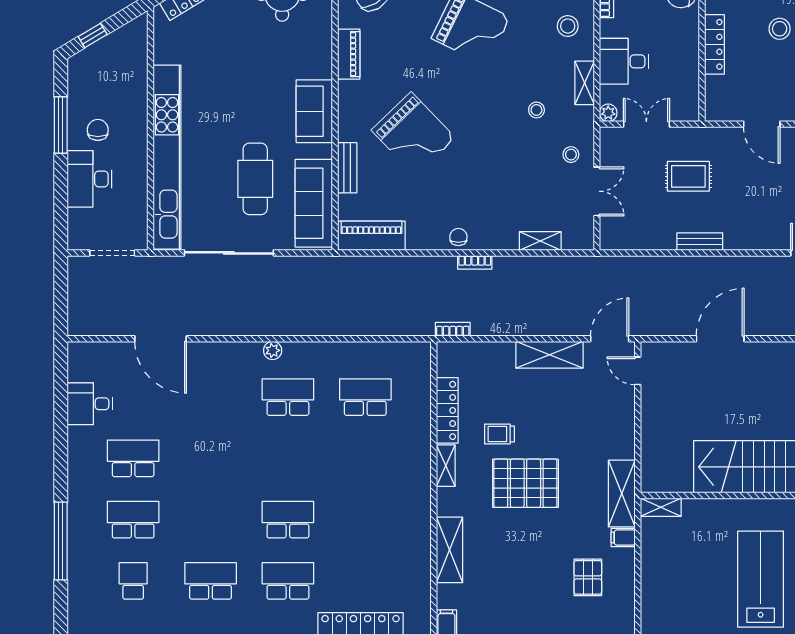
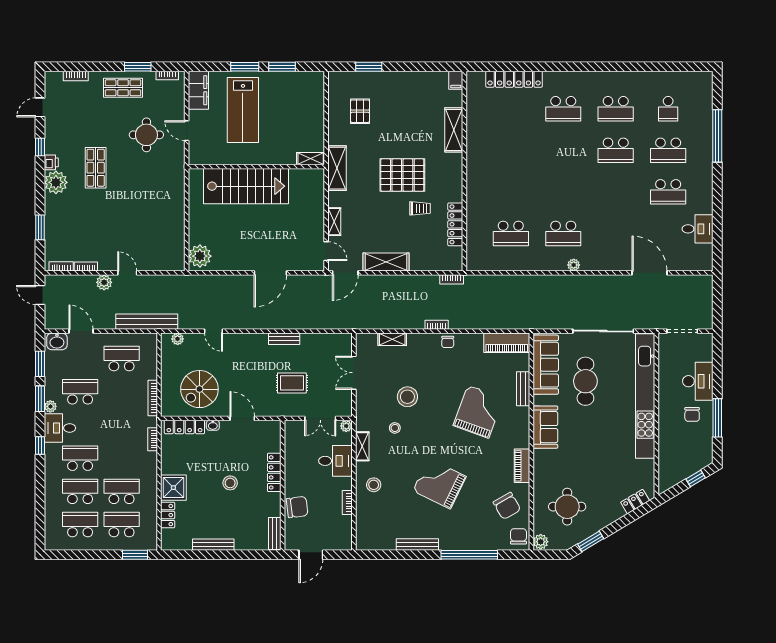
grand piano: (413, 134) -> (478, 412), turned 64
stool: (571, 155) -> (407, 397), moved, width x1.89, depth x1.89
shelving: (446, 466) -> (334, 222), moved
school desk: (288, 520) -> (616, 150), moved
filing cabinet: (623, 538) -> (336, 138), removed

